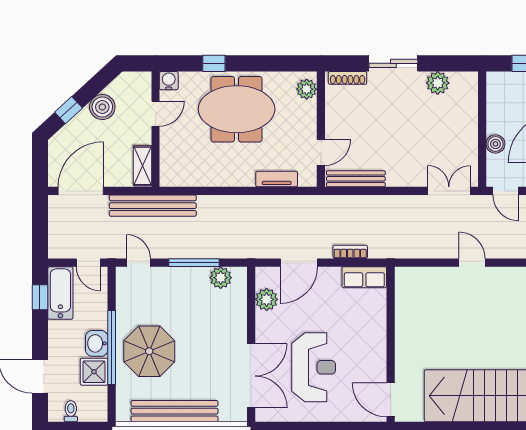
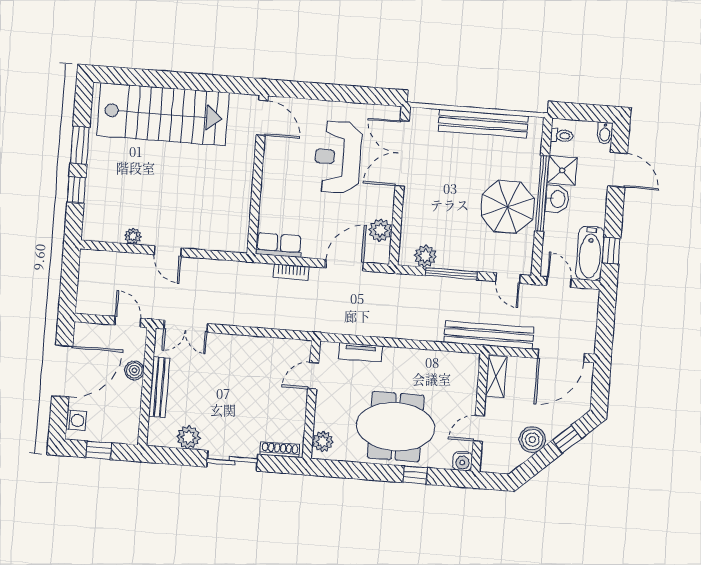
bench: (356, 179) -> (159, 387), moved, turned 90
plant: (507, 275) -> (133, 236), added
parasol: (149, 351) -> (507, 207), moved
bidet: (55, 411) -> (605, 133), added
toilet: (71, 411) -> (562, 135), moved, turned -90

